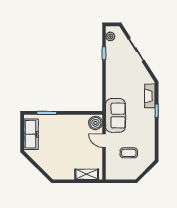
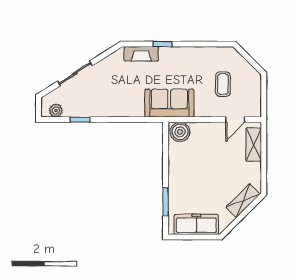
door: (104, 141) -> (235, 120), moved
shelving: (48, 167) -> (243, 201), added

